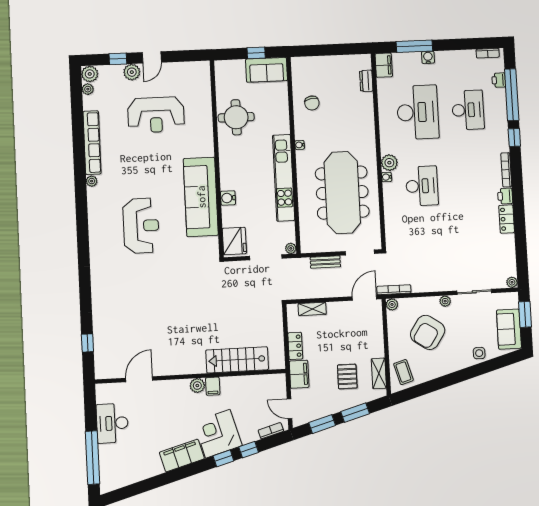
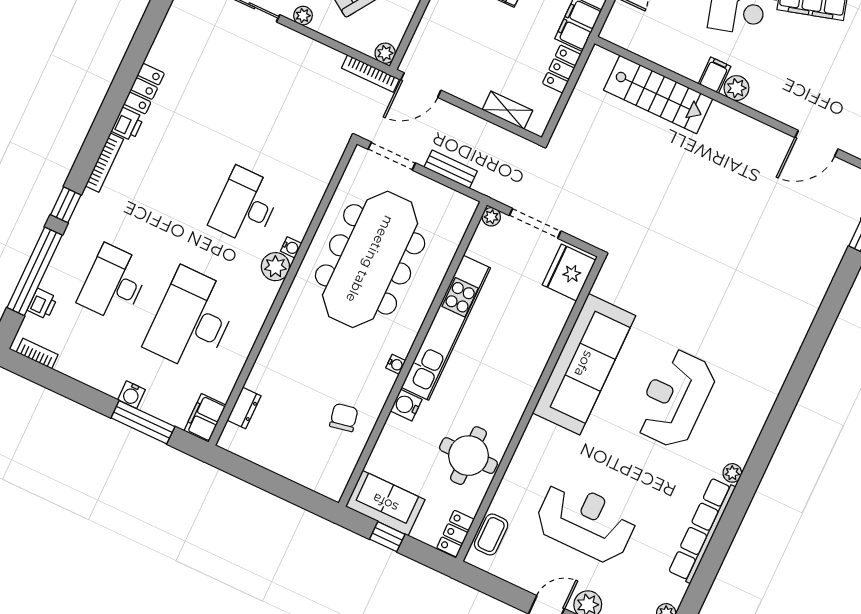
locker: (221, 73) -> (455, 534), added
coffee table: (202, 82) -> (491, 535), added
water cooler: (228, 198) -> (406, 405), moved, turned 180
reception desk: (141, 226) -> (675, 398), moved

